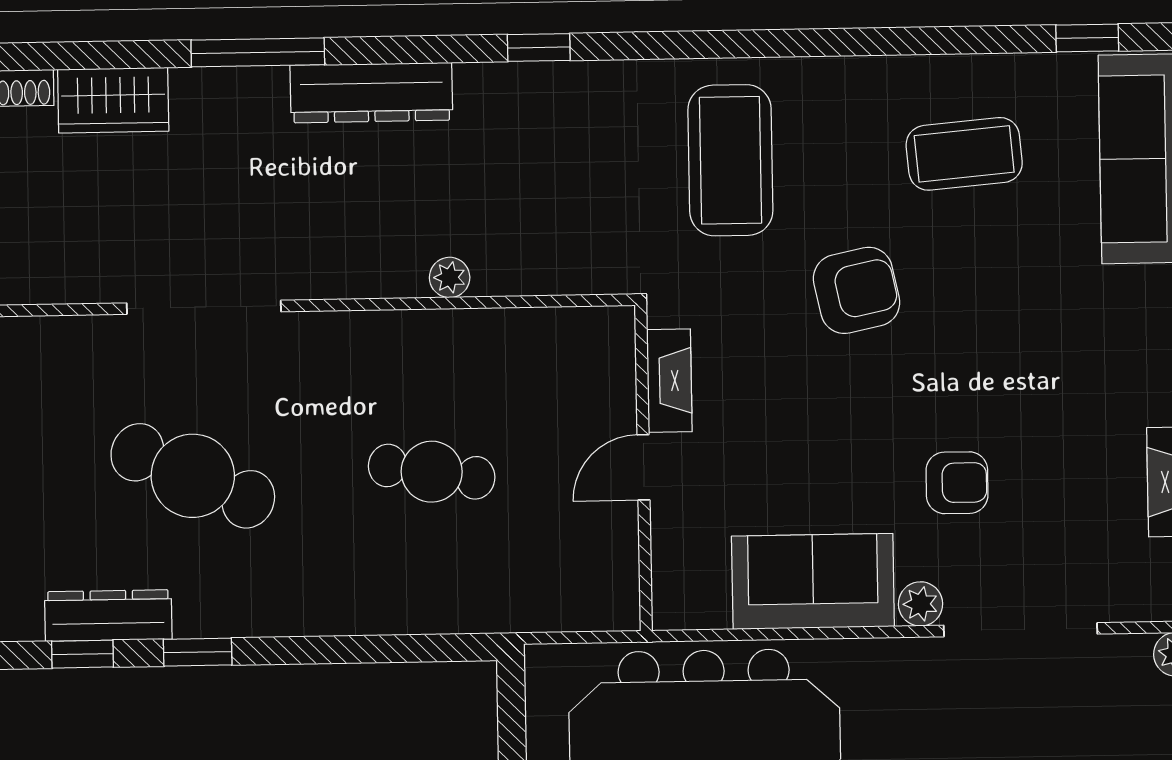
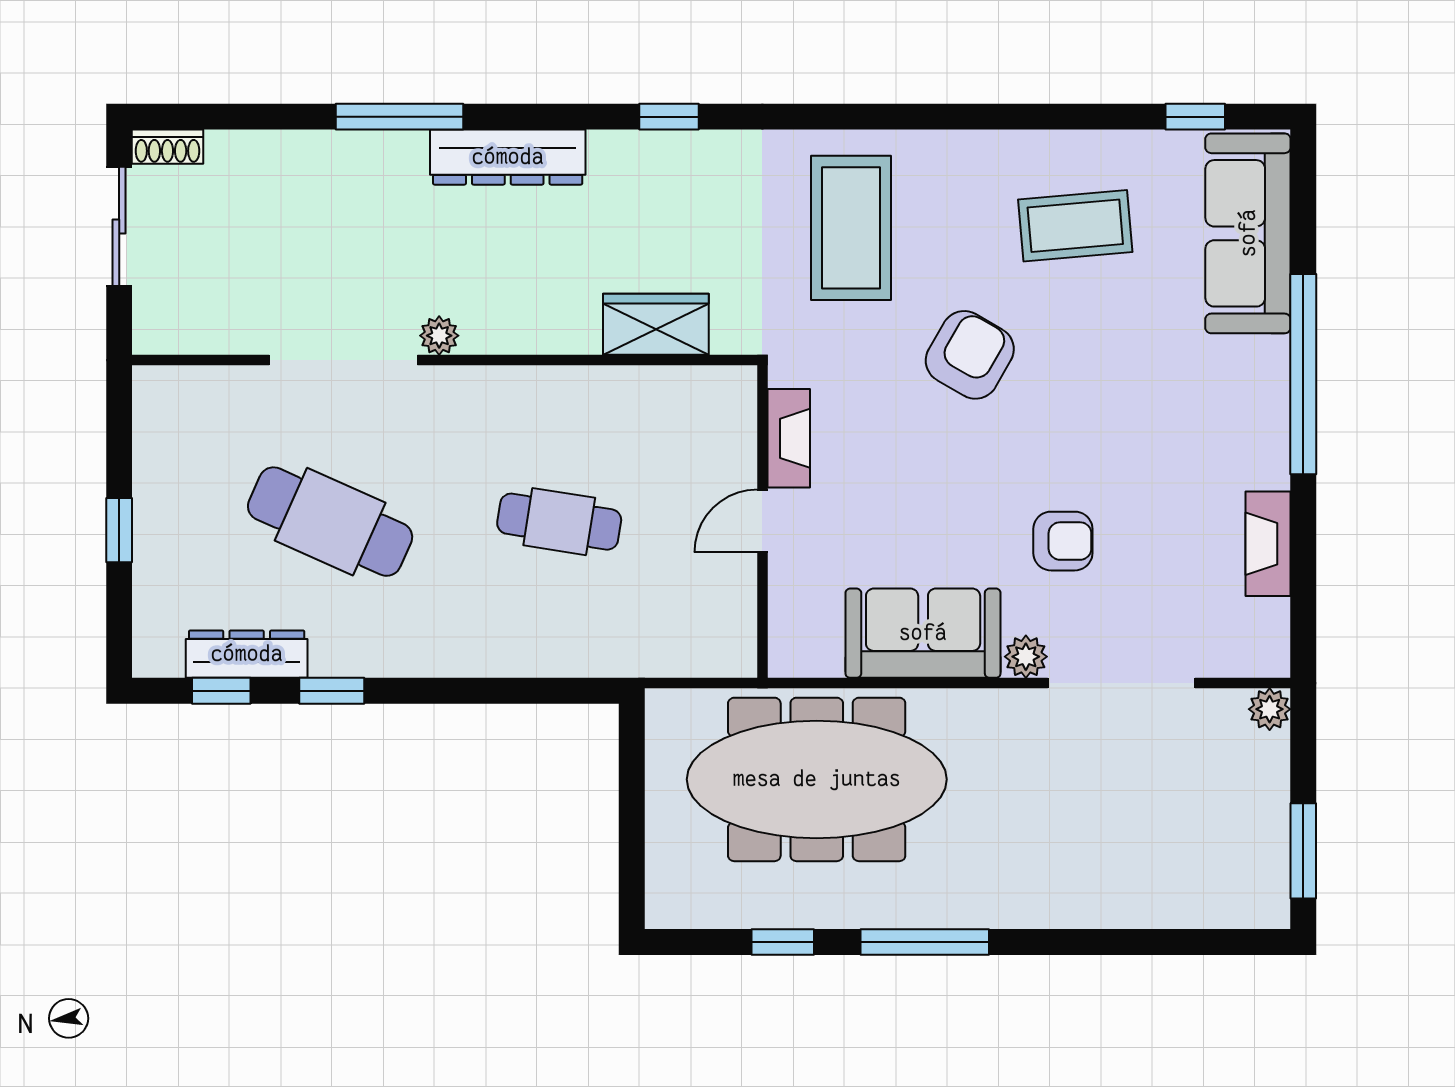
wardrobe: (113, 100) -> (656, 324), moved, turned 180
plant: (450, 277) -> (439, 336), moved
armchair: (857, 290) -> (970, 355), turned -48

